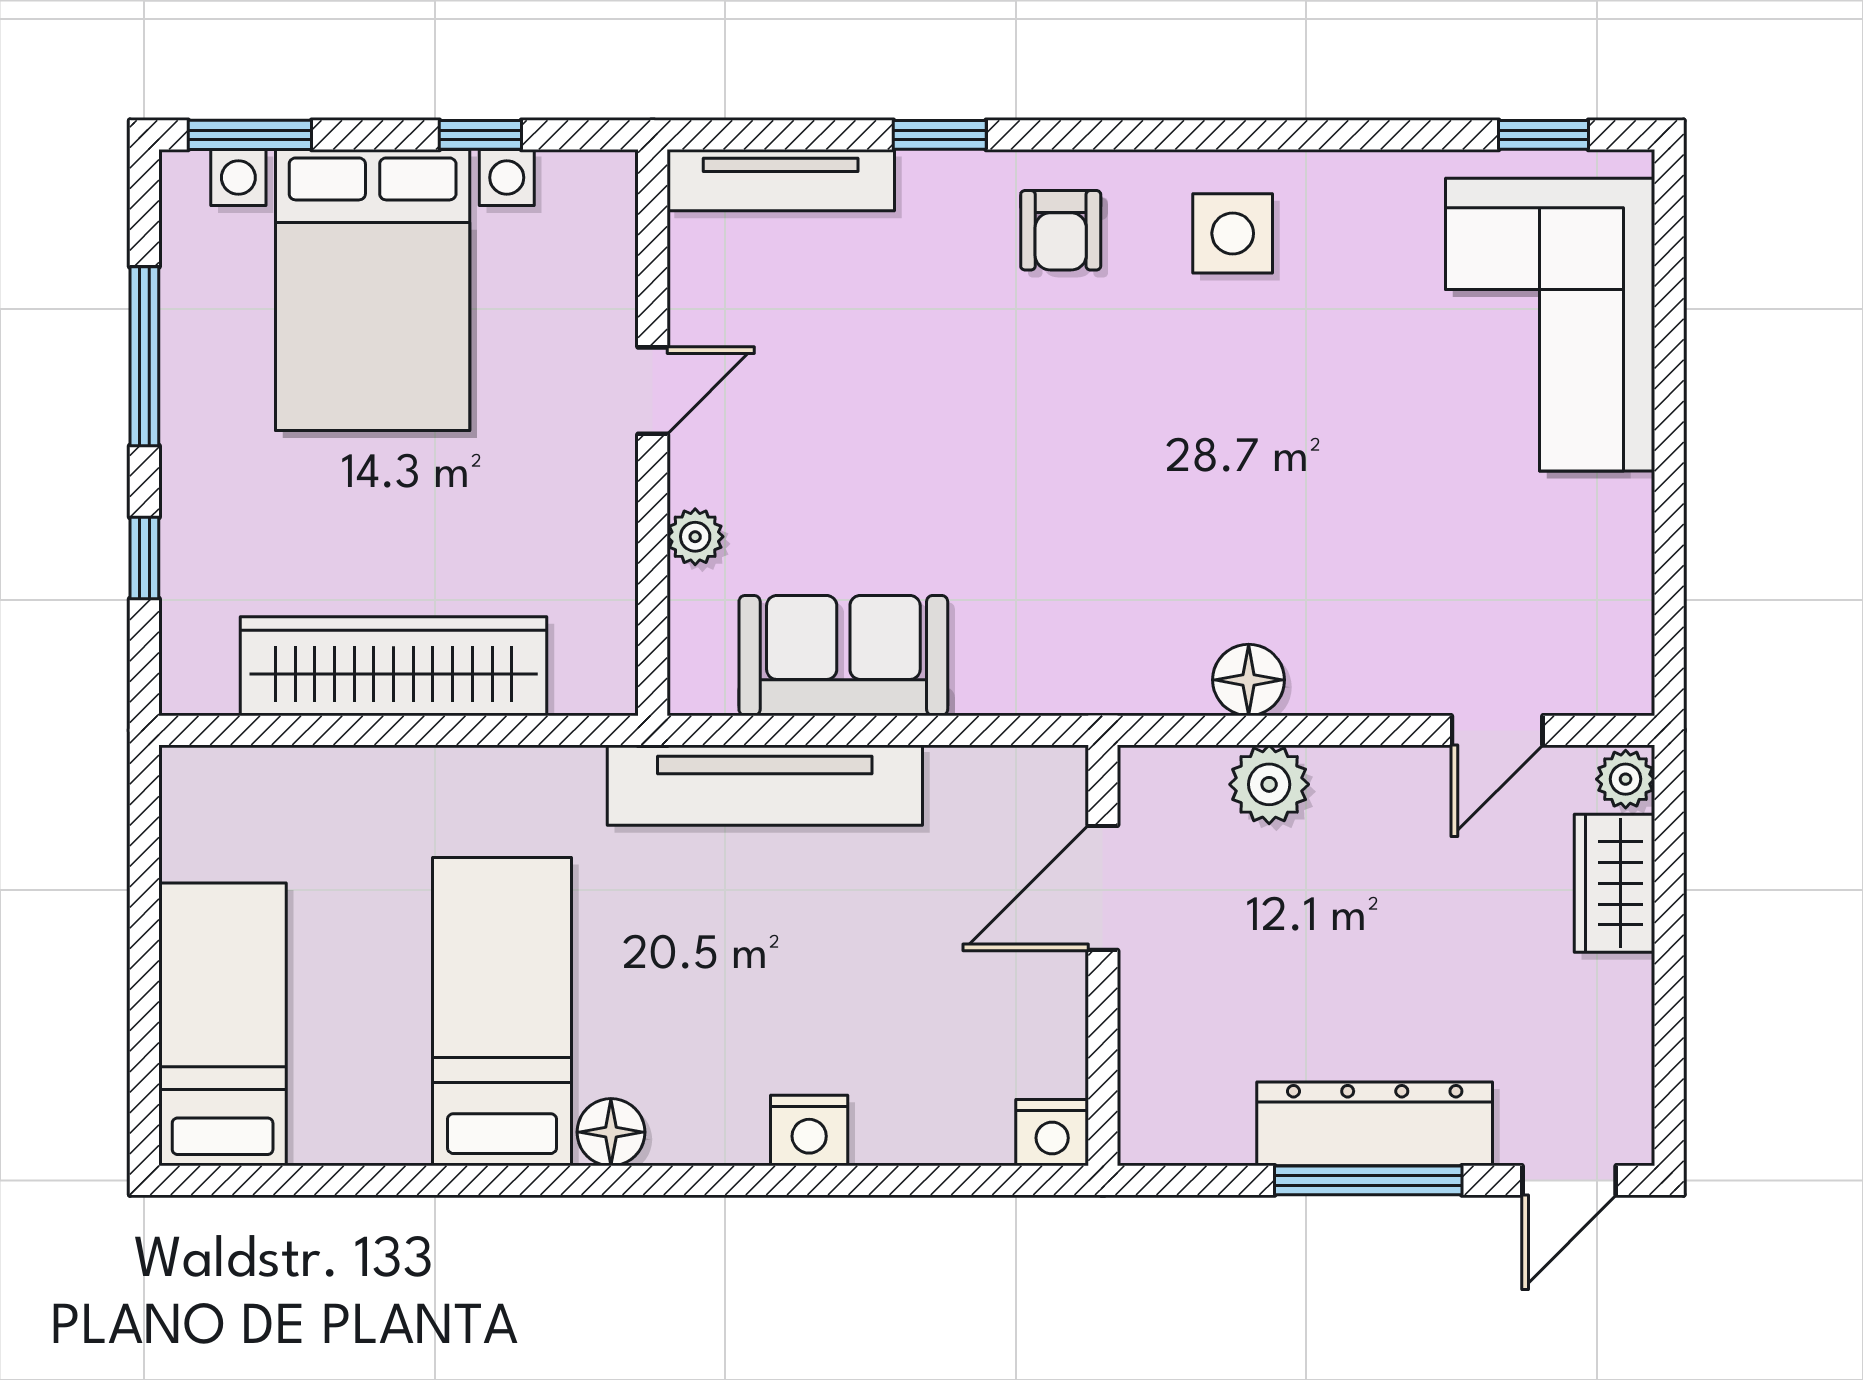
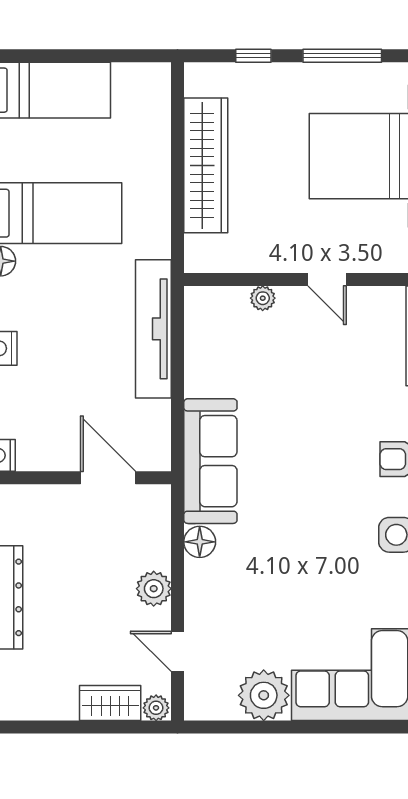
plant: (1597, 535) -> (264, 695), added
sofa: (843, 656) -> (210, 461), moved, width x1.36
plant: (1269, 784) -> (154, 589), moved

